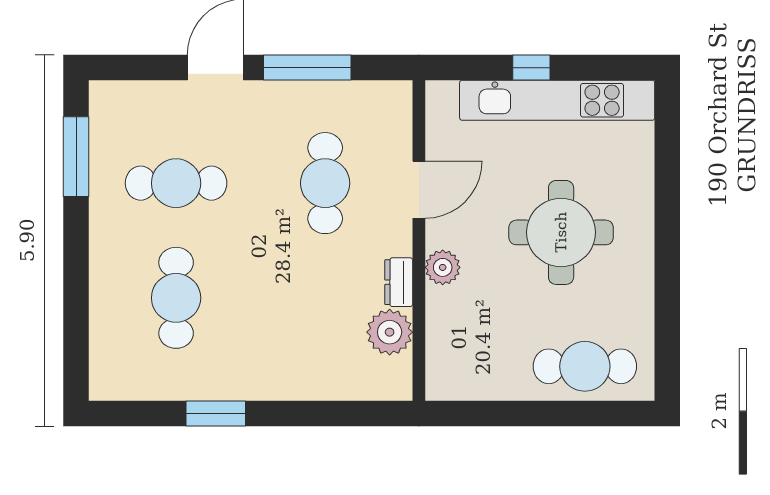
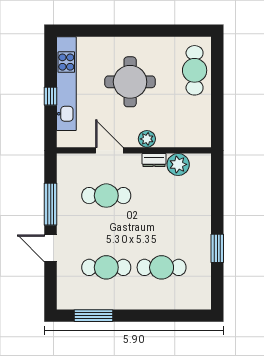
cafe table: (176, 183) -> (106, 267), turned 90

